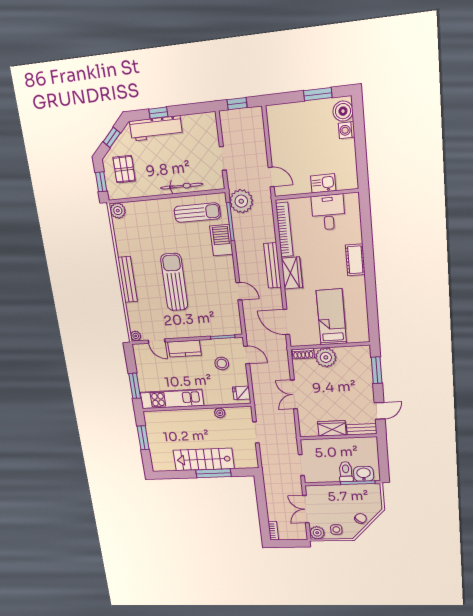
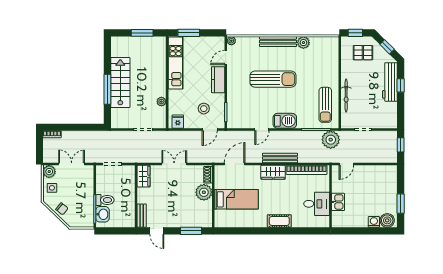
plant: (118, 211) -> (303, 43), moved
barbecue: (221, 240) -> (285, 121), moved
wardrobe: (332, 428) -> (144, 176), moved

